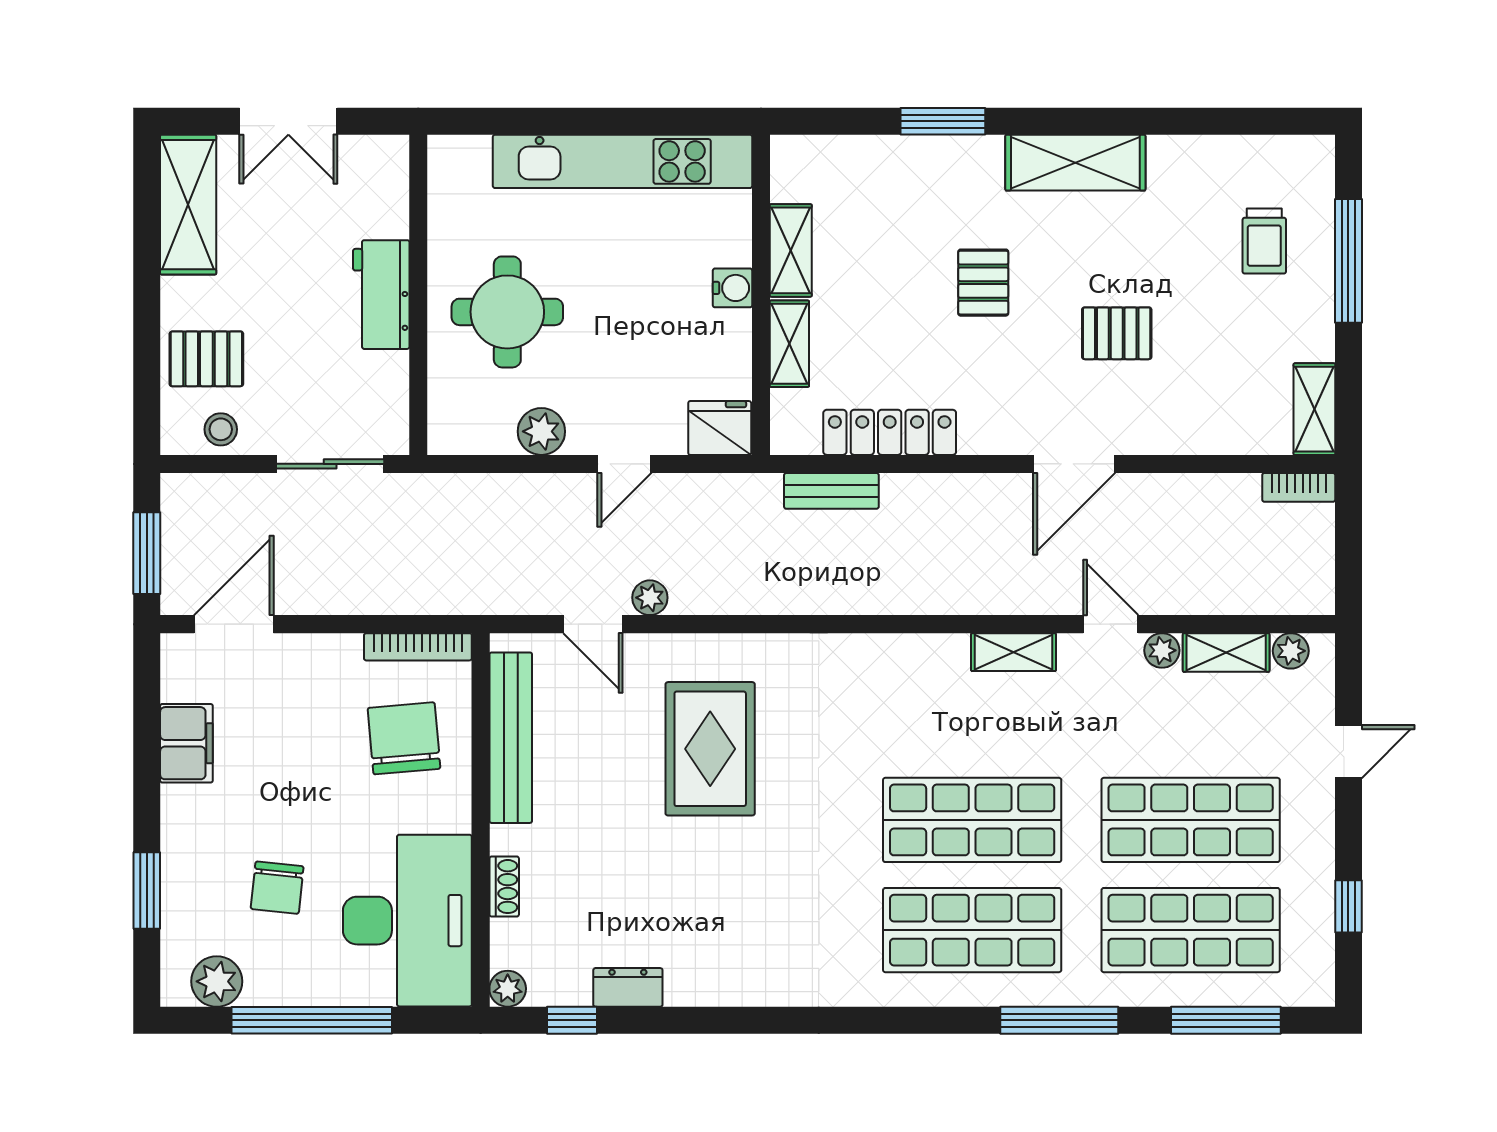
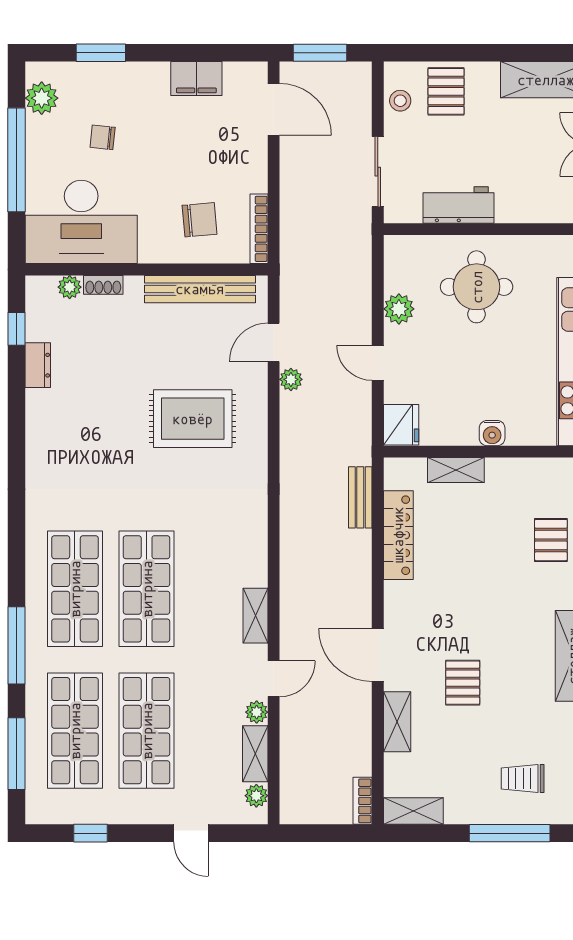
shelving: (791, 250) -> (397, 722), moved, turned 90
pallet: (983, 283) -> (551, 540), moved, turned 90
workbench: (381, 295) -> (458, 205), moved
chair: (404, 738) -> (200, 220), width x0.73, depth x0.73
chair: (277, 888) -> (103, 137), width x0.73, depth x0.73
plant: (508, 989) -> (70, 287), moved

